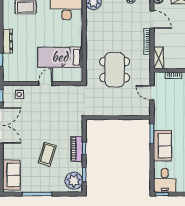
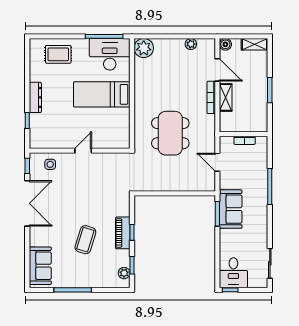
bed: (60, 57) -> (102, 94), moved
shelving: (159, 58) -> (226, 97), moved
sofa: (162, 146) -> (231, 209), moved
plant: (74, 181) -> (124, 273), width x0.53, depth x0.53

